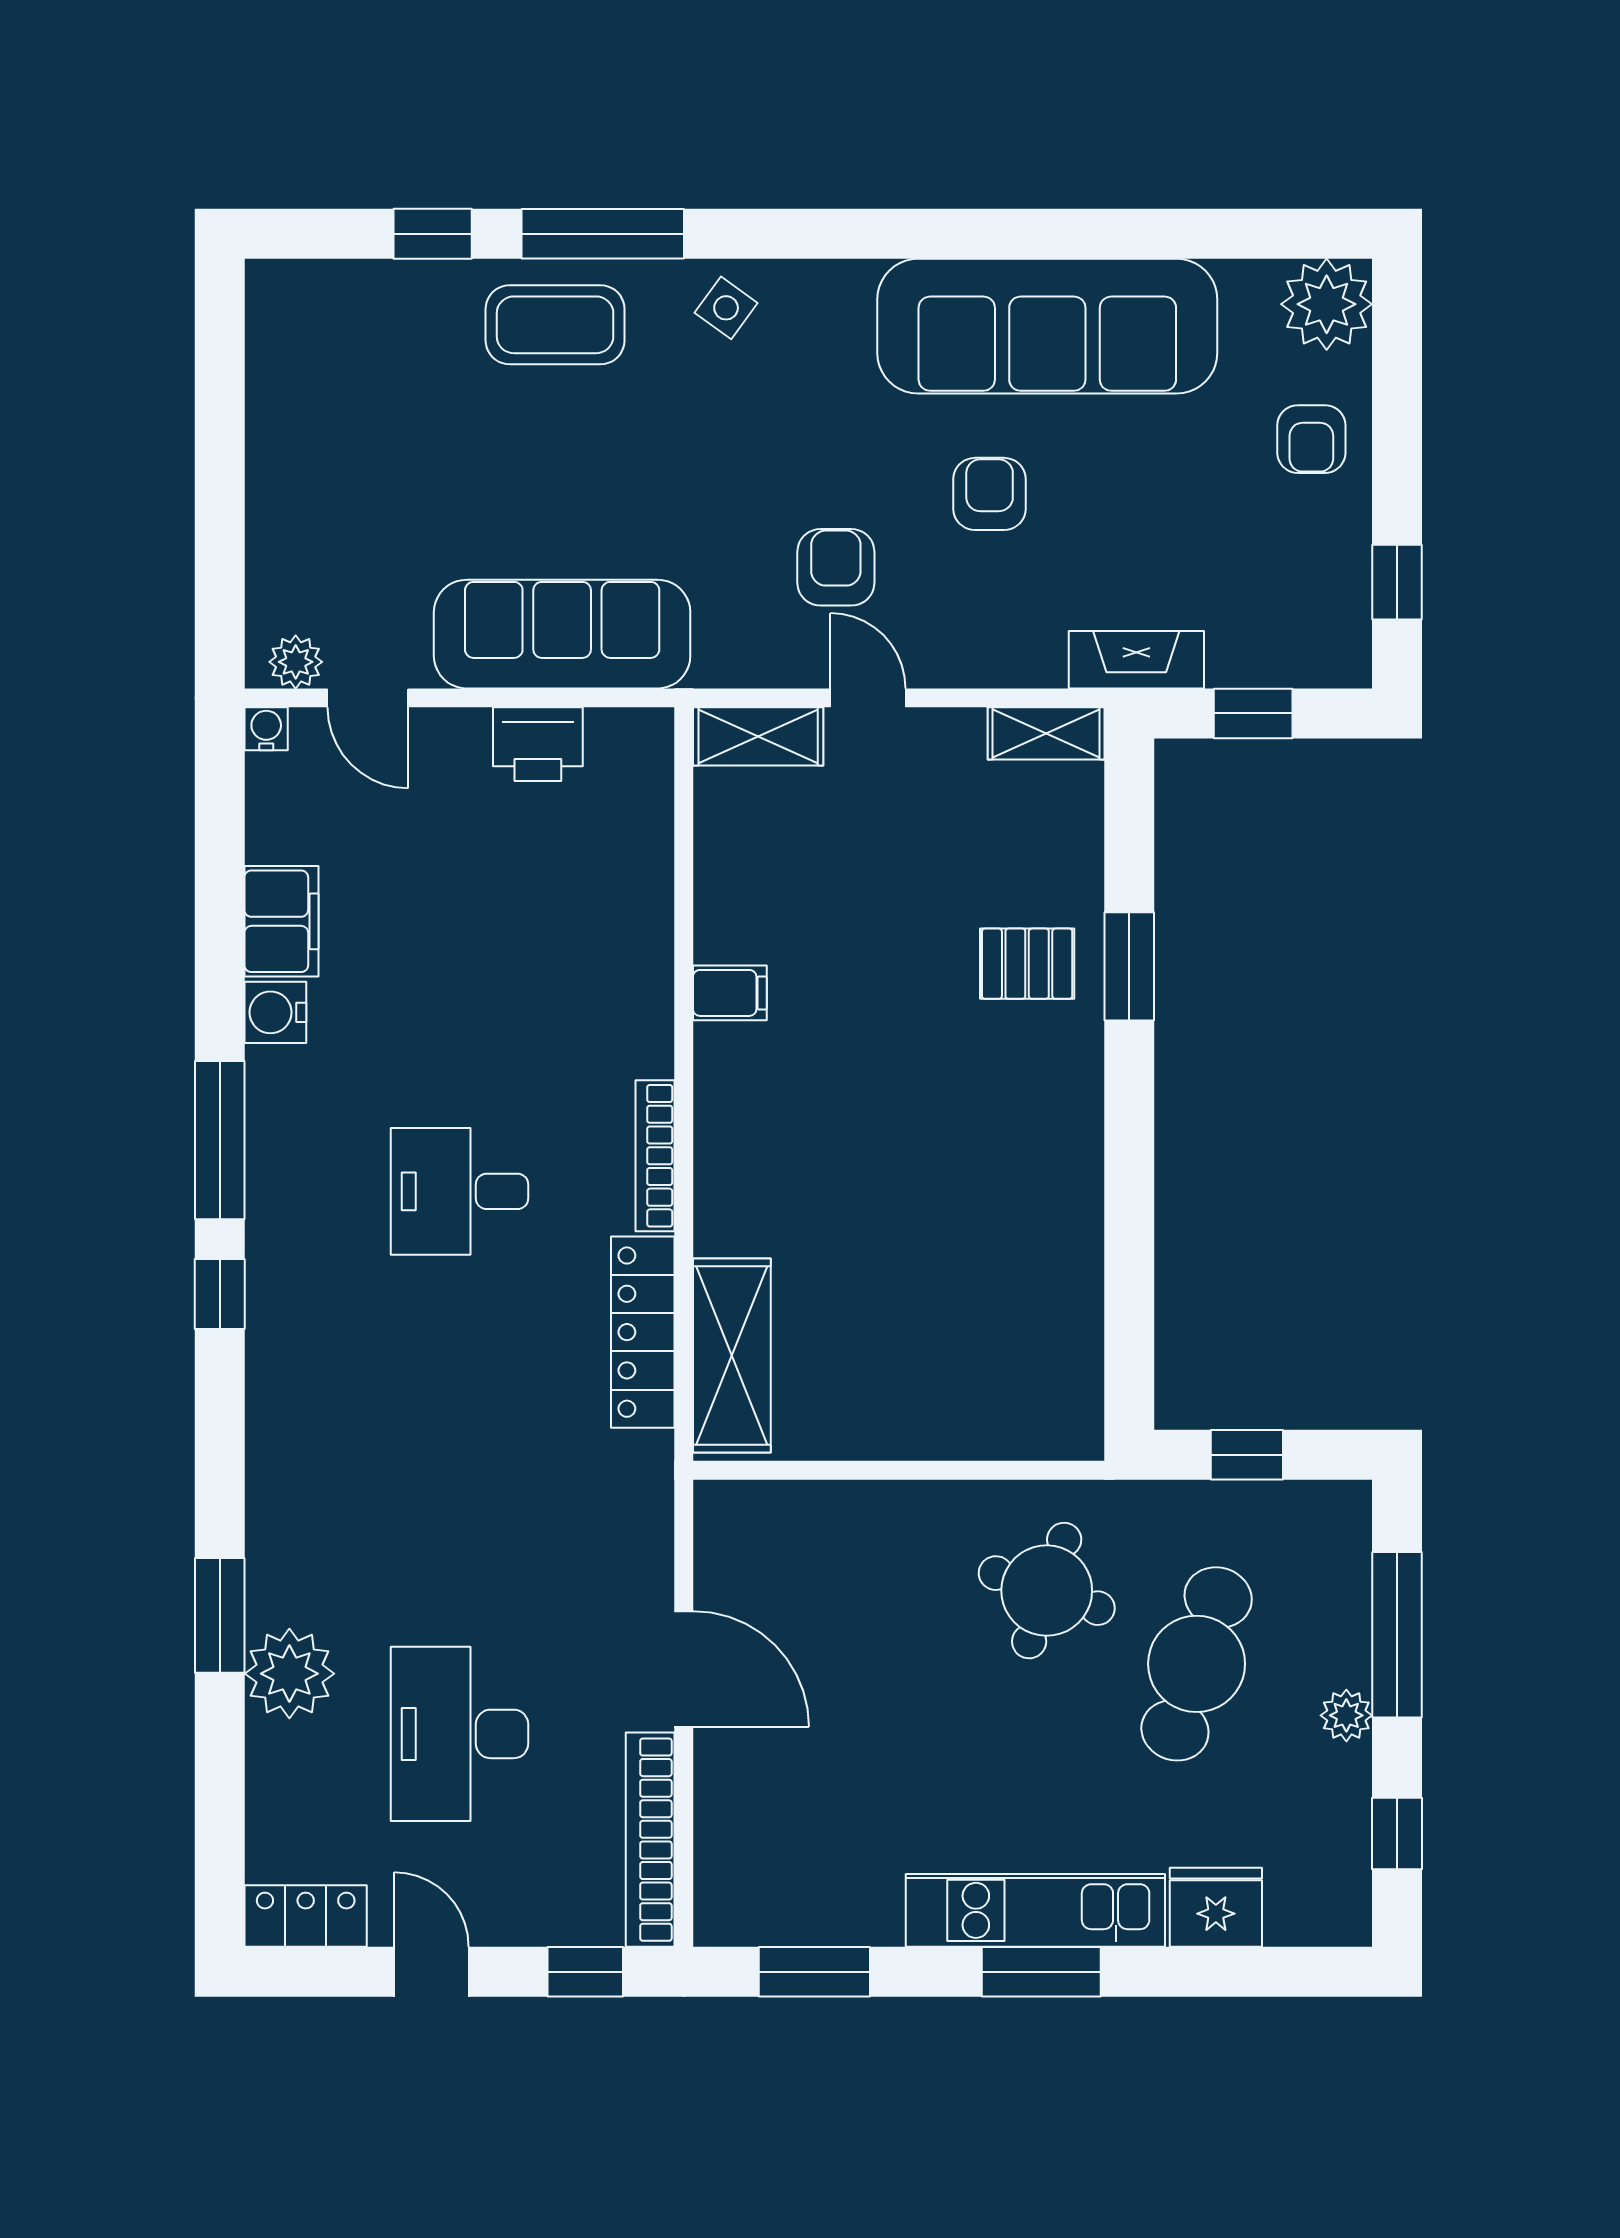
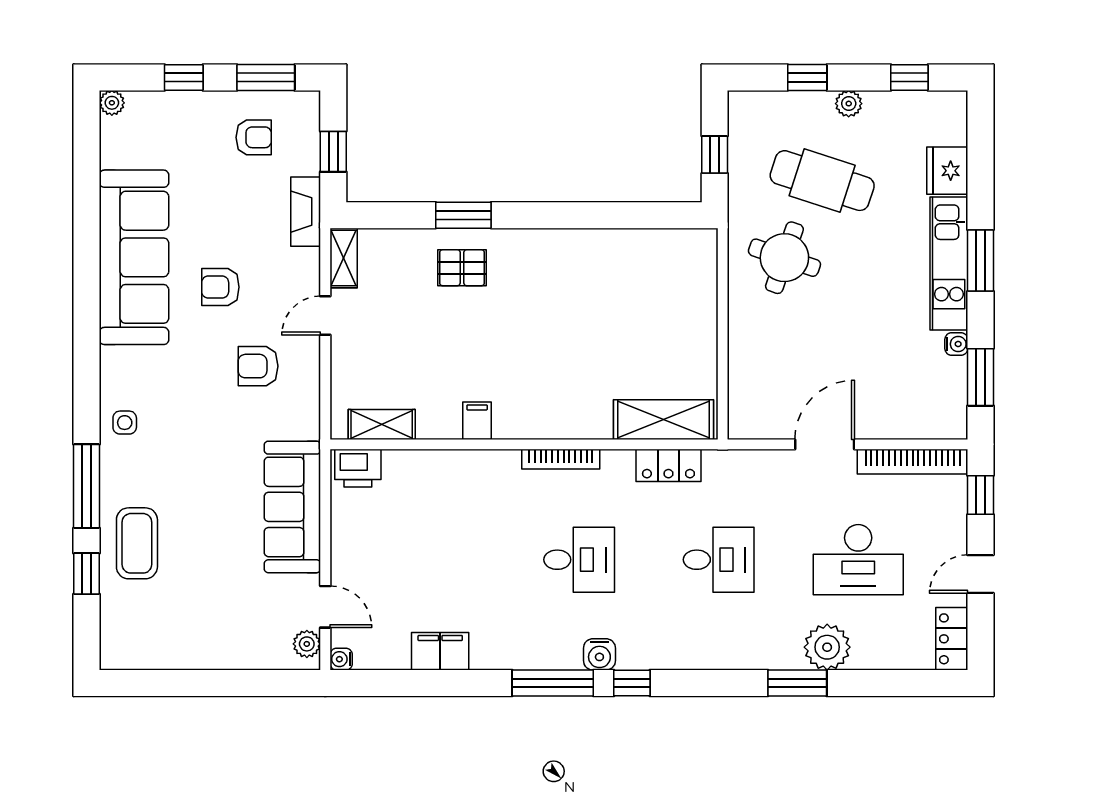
plant: (1327, 304) -> (112, 103), width x0.53, depth x0.53
side table: (726, 308) -> (125, 423), turned -36
coffee table: (555, 325) -> (137, 543), moved
window: (1397, 423) -> (184, 77), added
armchair: (1311, 439) -> (254, 137), moved
window: (1397, 582) -> (266, 77), width x1.50
door: (368, 698) -> (325, 607), hinge flipped
door: (868, 698) -> (325, 316), moved
shelving: (758, 736) -> (382, 424), moved, turned 90
printer: (538, 744) -> (358, 468), moved, turned 90
pallet: (1027, 964) -> (462, 268), turned 90
water cooler: (275, 1012) -> (599, 654), moved
desk: (460, 1191) -> (579, 560), turned -90
locker: (643, 1332) -> (668, 465), width x0.66
desk: (460, 1463) -> (719, 560), added
window: (1397, 1635) -> (807, 77), width x0.46
water cooler: (879, 1925) -> (956, 344), added

